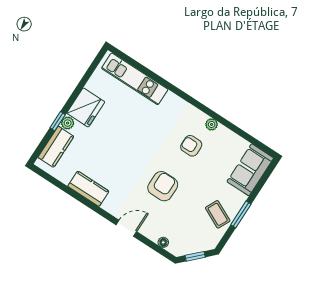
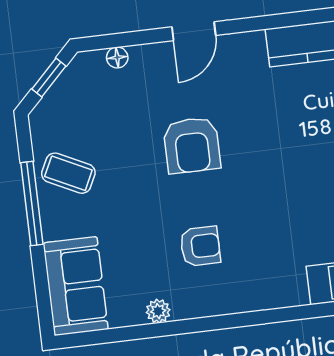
plant: (212, 124) -> (158, 311), moved
window: (241, 214) -> (32, 204), width x1.44

